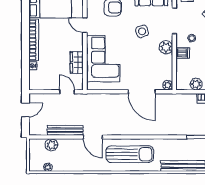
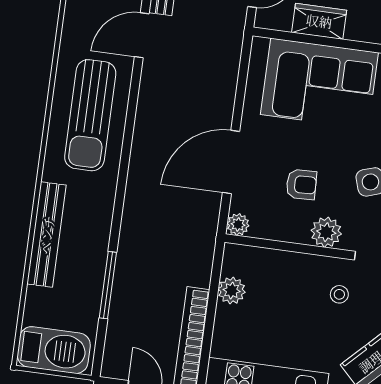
dishwasher: (183, 53) -> (308, 269), removed
armchair: (147, 61) -> (301, 185), added

